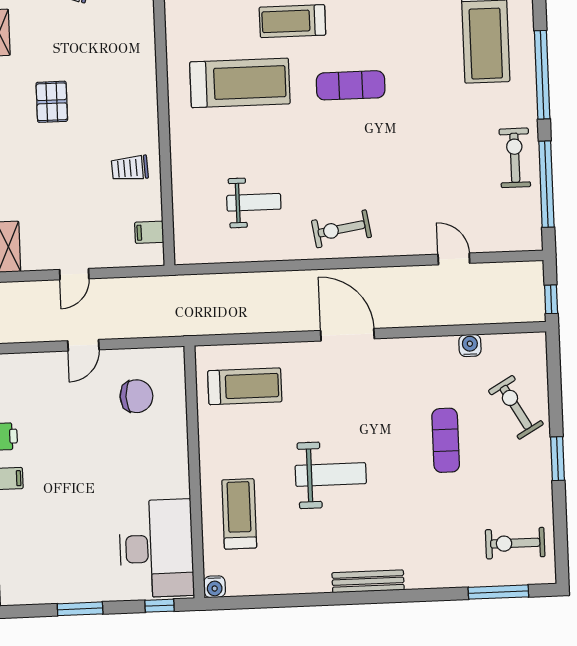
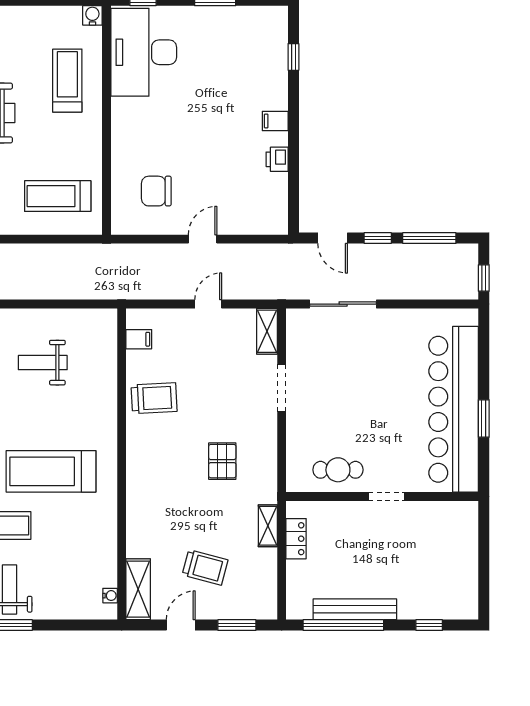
trolley: (130, 168) -> (154, 398), width x1.36, depth x1.39
treadmill: (239, 514) -> (67, 81), turned 180

